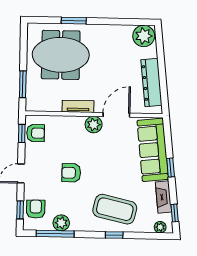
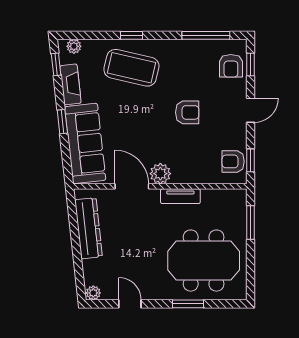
door: (120, 22) -> (130, 304), added
plant: (144, 36) -> (93, 293), width x0.53, depth x0.53
door: (116, 115) -> (132, 186), swing flipped
plant: (61, 223) -> (198, 49), removed

